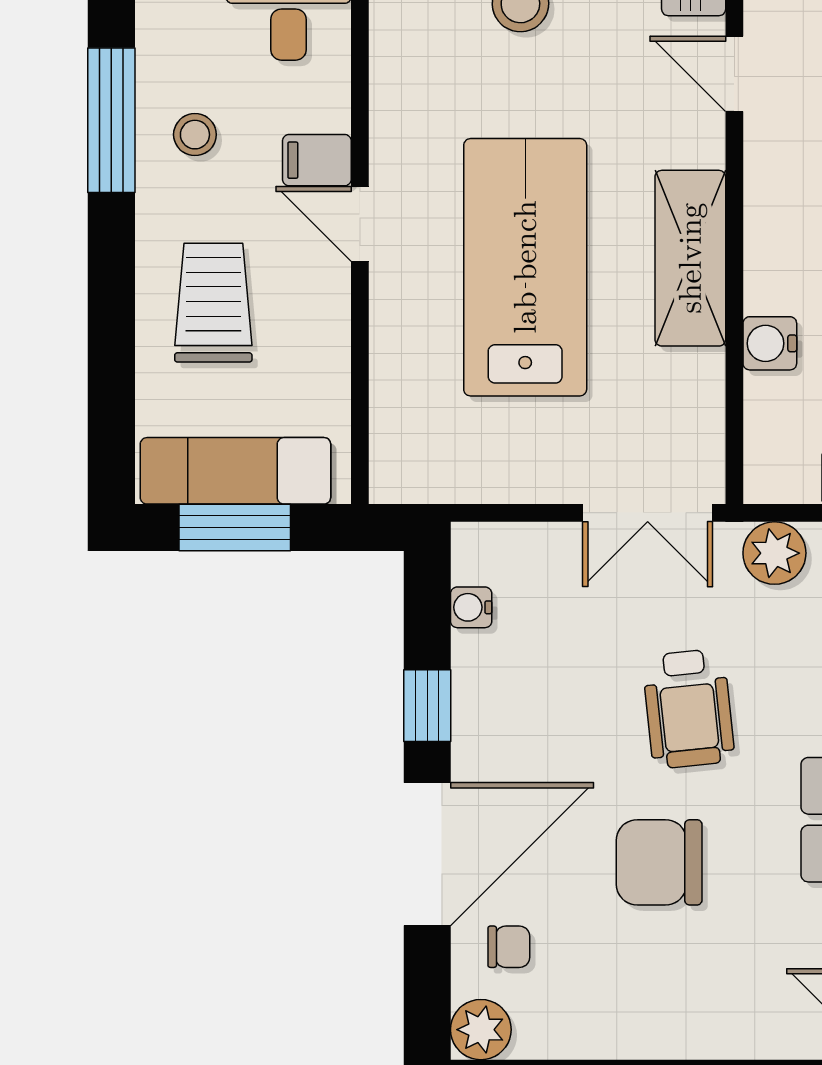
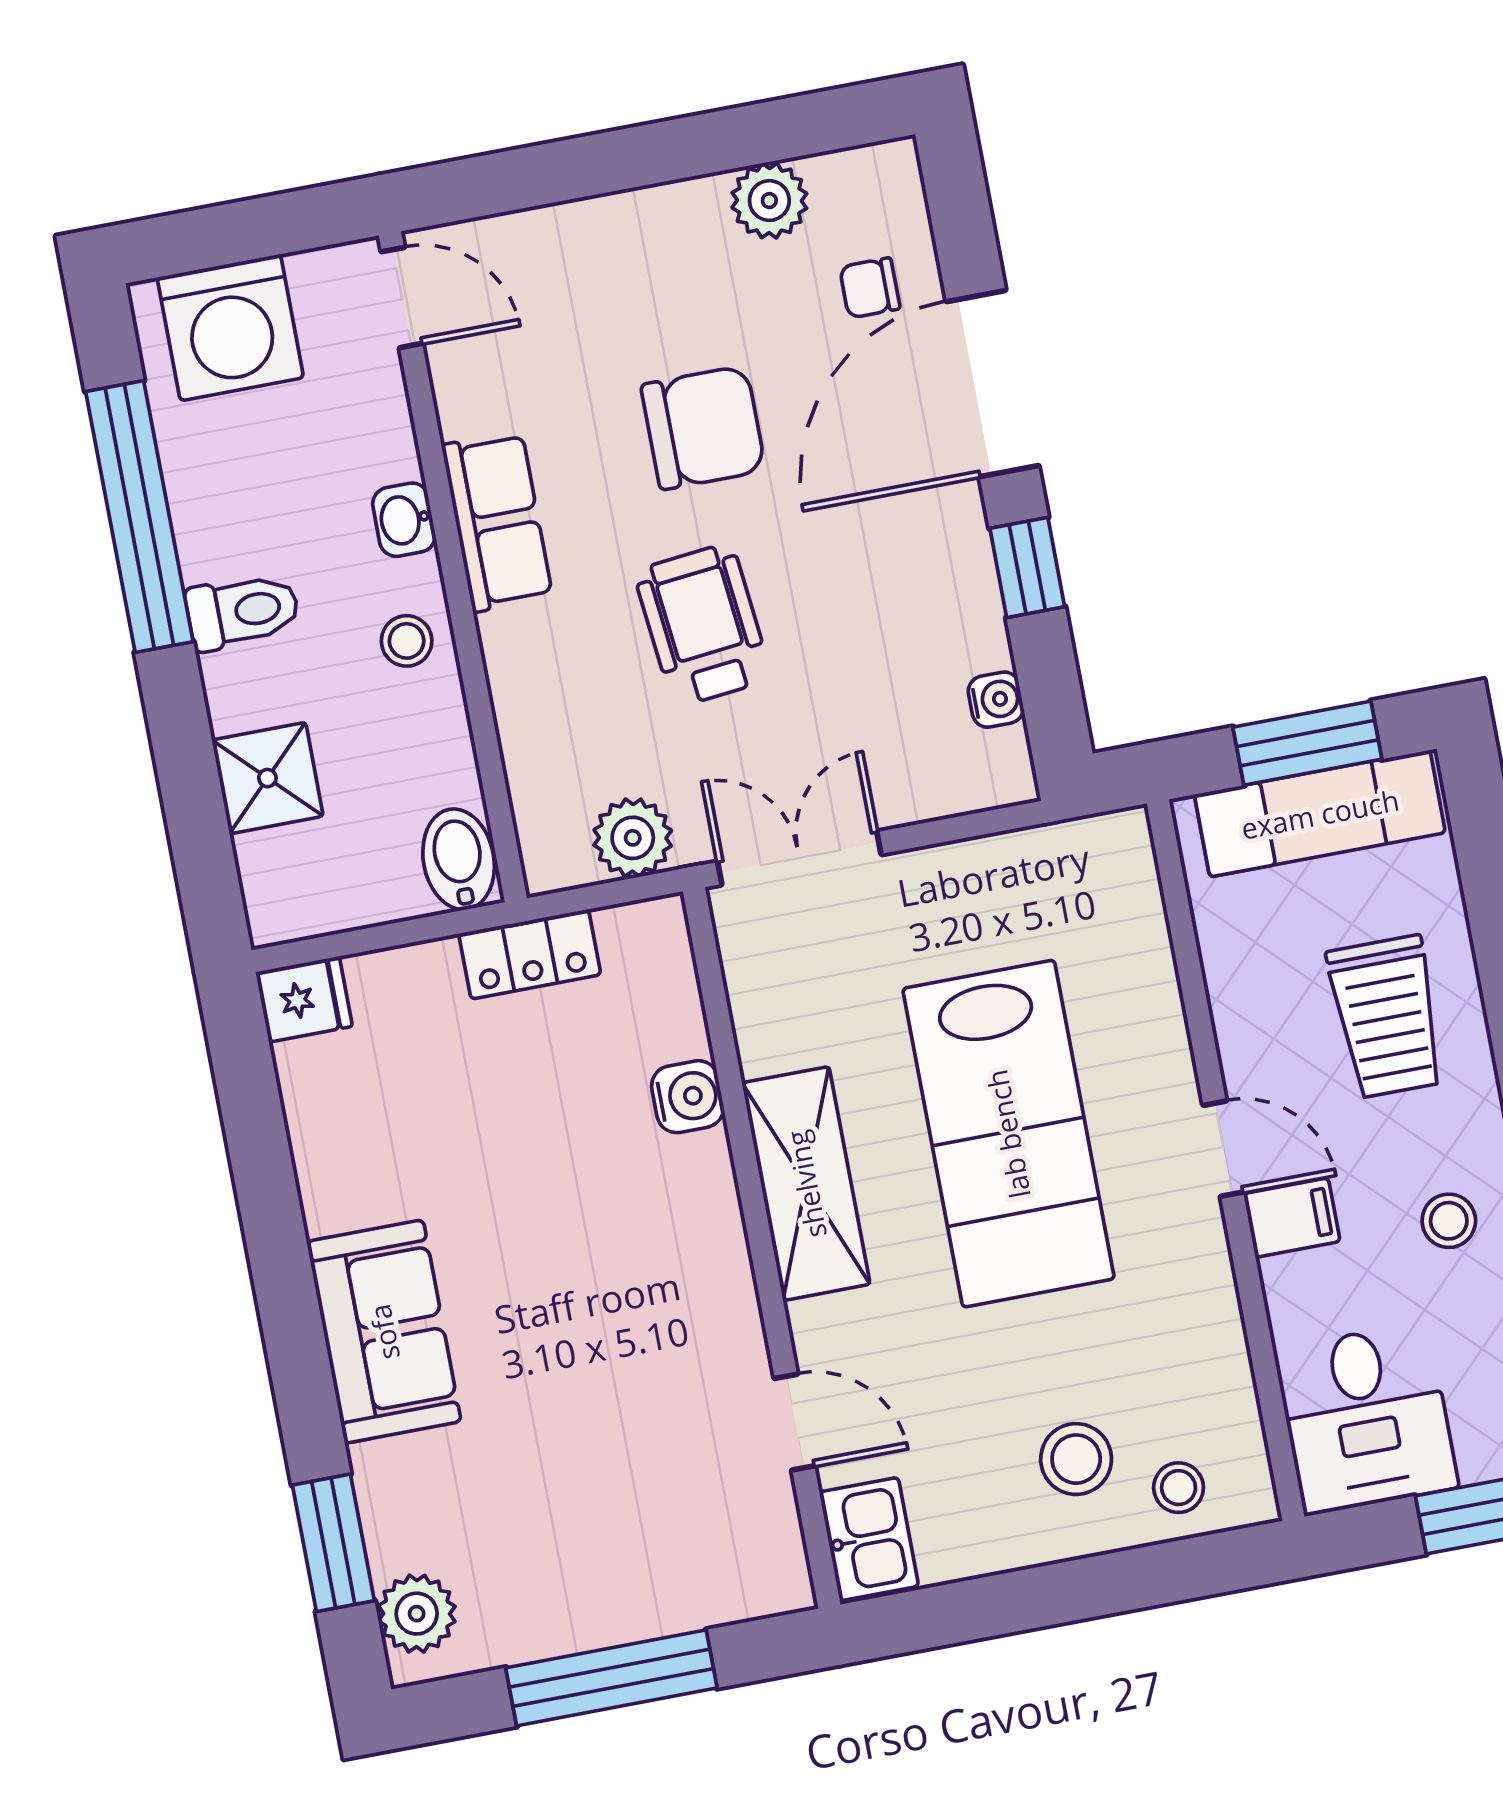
plant: (481, 1030) -> (769, 201), moved

